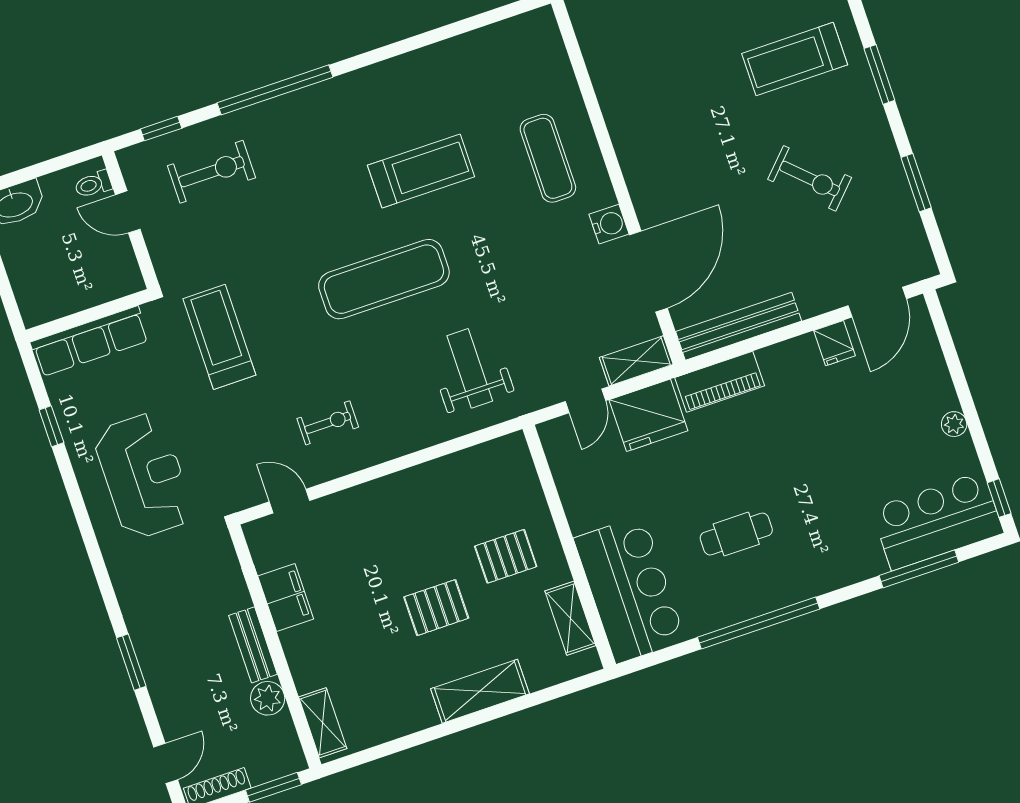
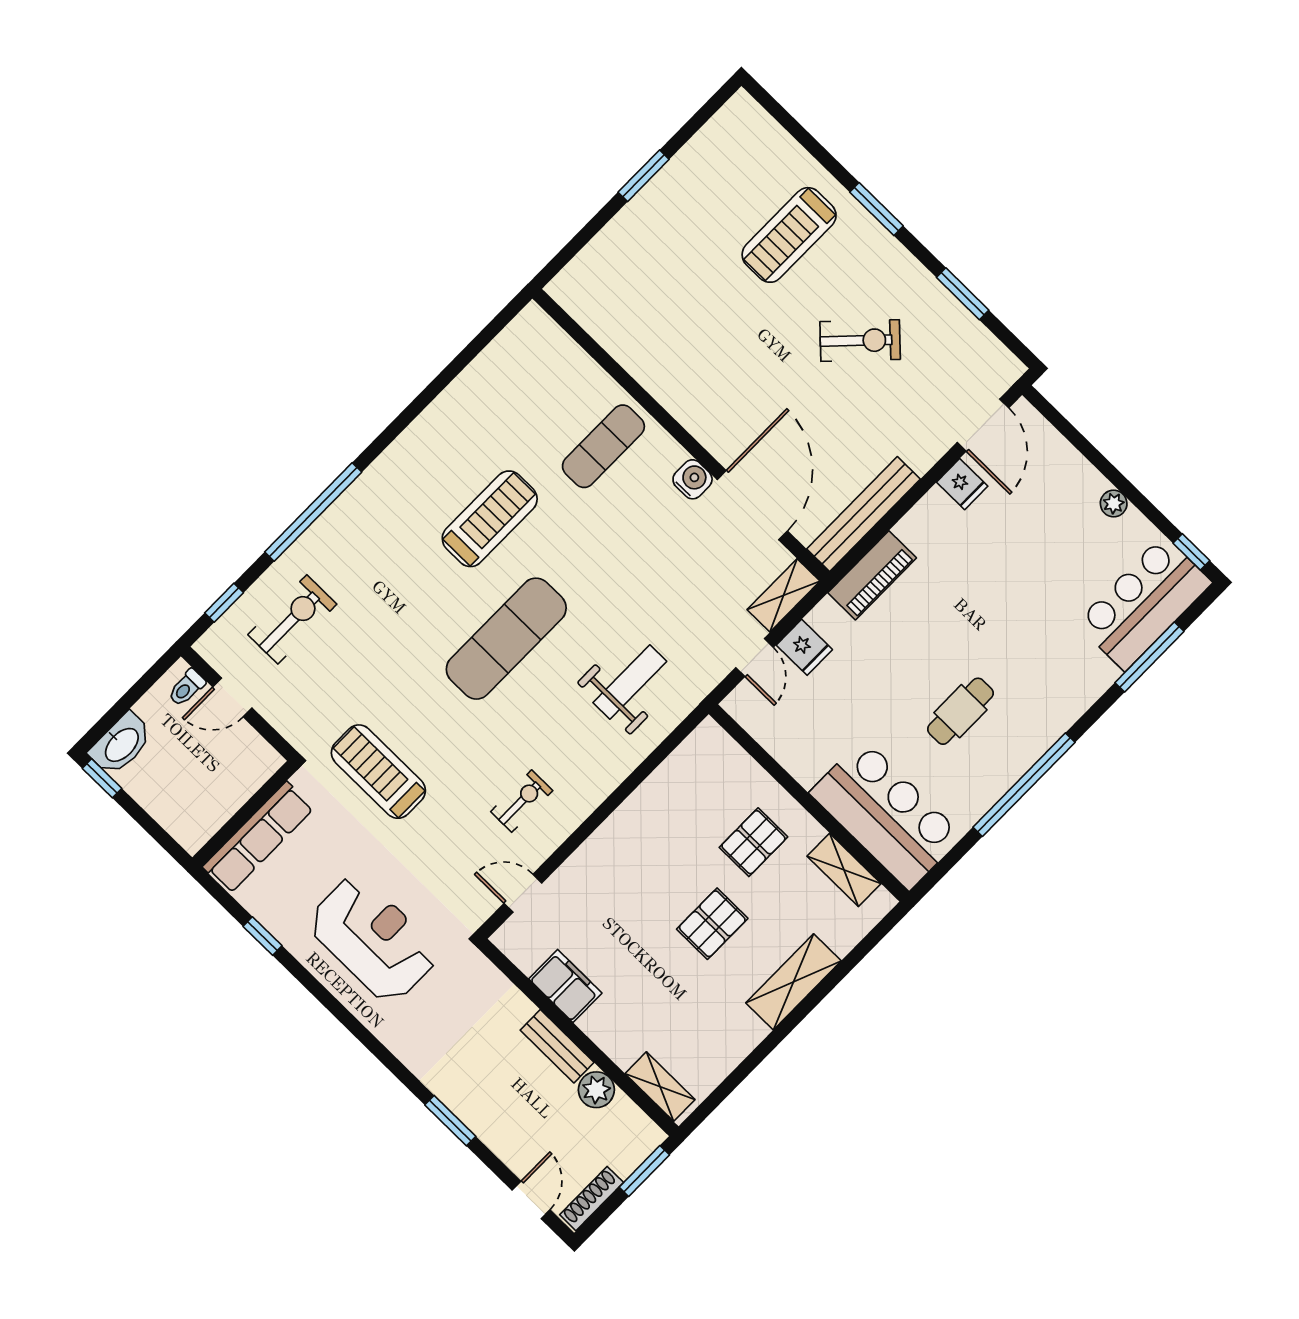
exercise mat: (548, 158) -> (603, 446), turned 90
weight bench: (470, 368) -> (630, 682), turned 90
fridge: (648, 415) -> (804, 647), width x0.53, depth x0.75

